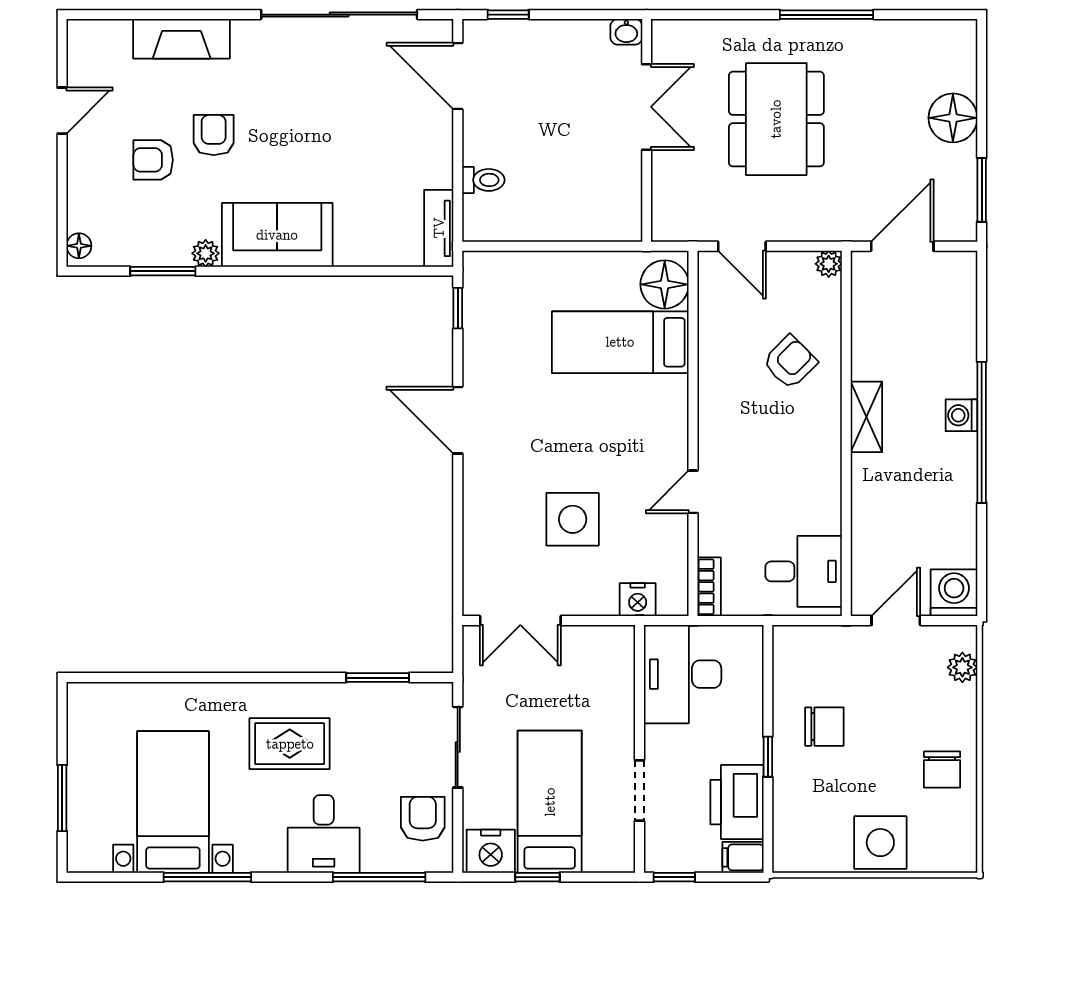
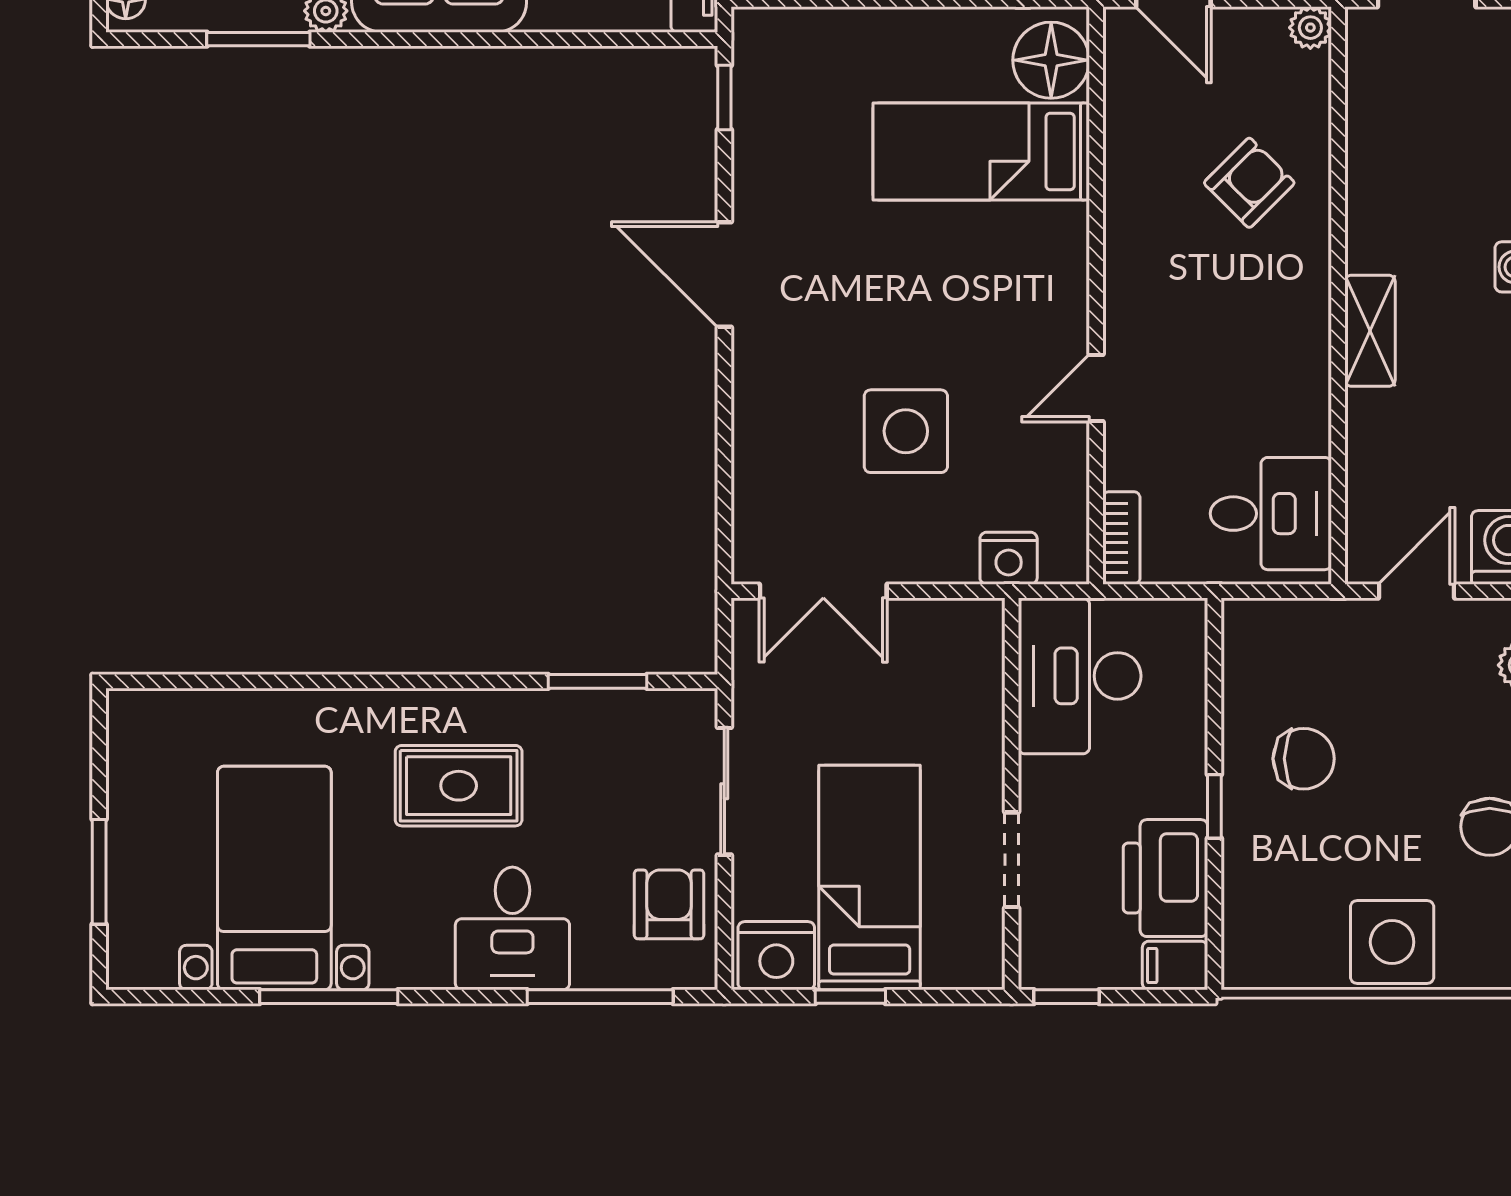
shelving: (866, 417) -> (1370, 331), moved

